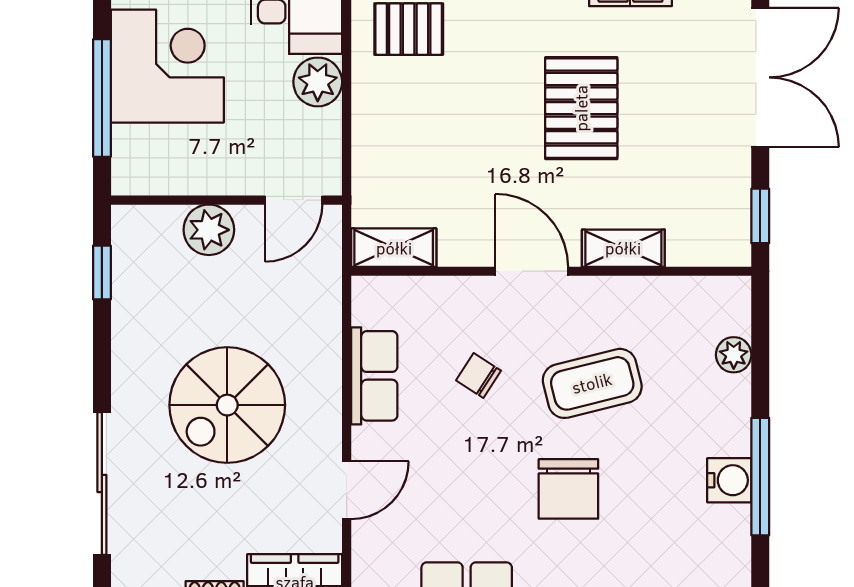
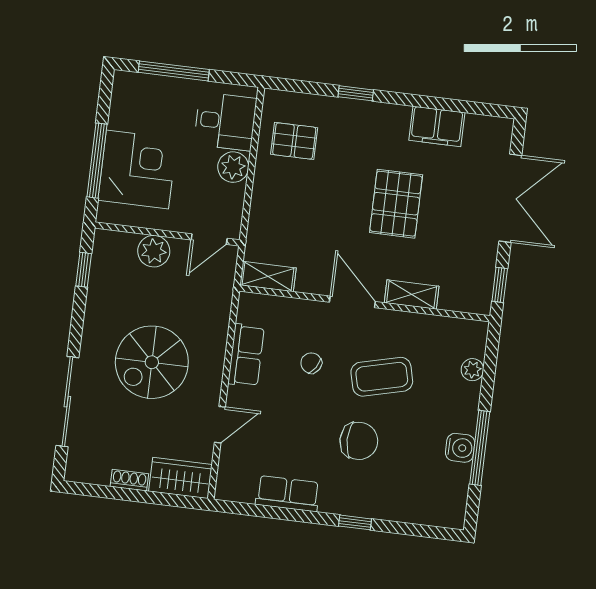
corner desk: (167, 66) -> (137, 169), moved
chair: (568, 489) -> (359, 441), turned -90

